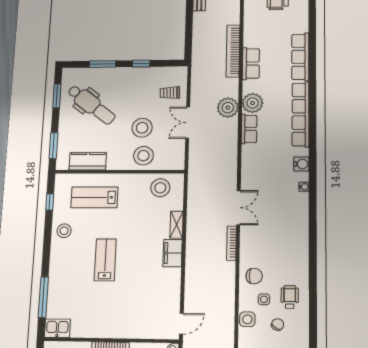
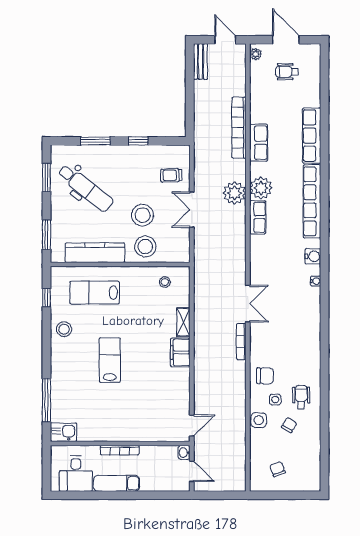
kitchen counter: (88, 161) -> (95, 253), width x1.50
stool: (160, 188) -> (165, 282), width x0.53, depth x0.53

